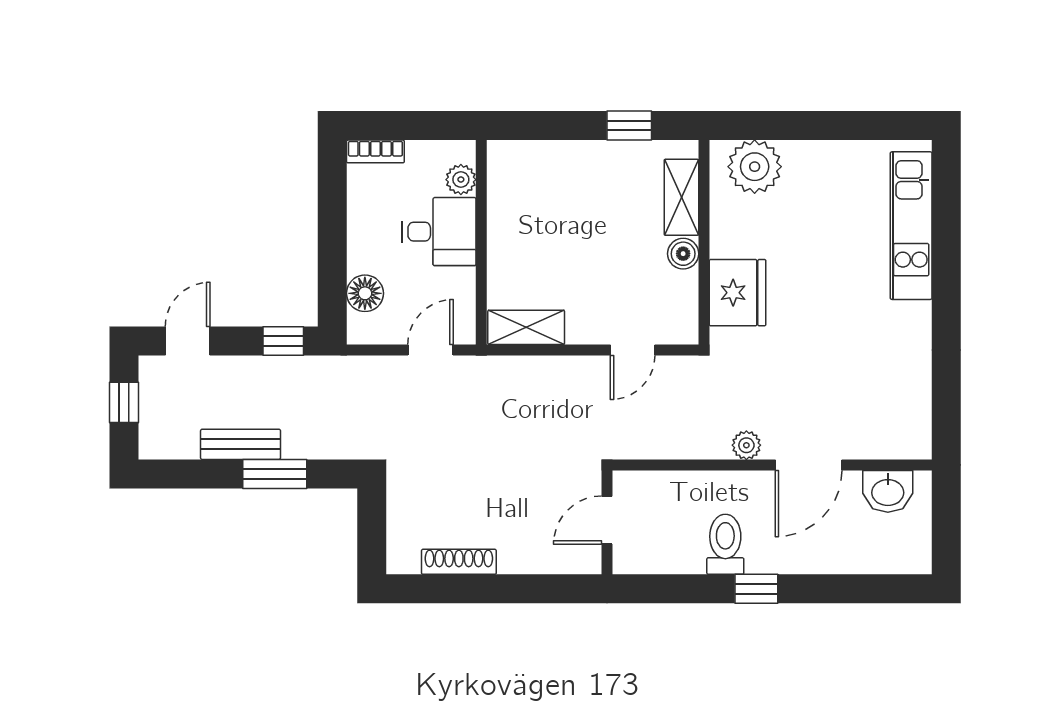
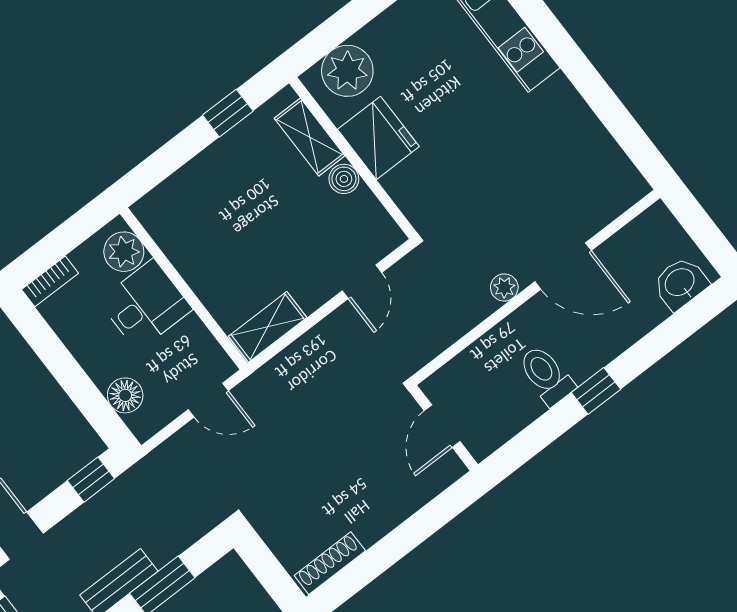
plant: (461, 180) -> (124, 252), width x1.38, depth x1.38
fridge: (738, 293) -> (378, 138), moved
door: (431, 350) -> (208, 400), swing flipped
door: (809, 465) -> (563, 266), hinge flipped
washbasin: (888, 491) -> (680, 283), moved, turned 180
shoe rack: (459, 562) -> (330, 563), moved

